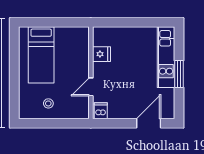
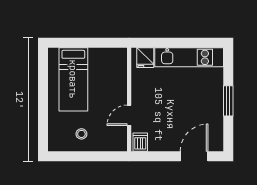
fridge: (101, 54) -> (145, 58), moved, turned 90
kitchen unit: (166, 57) -> (189, 57), moved, turned -90

